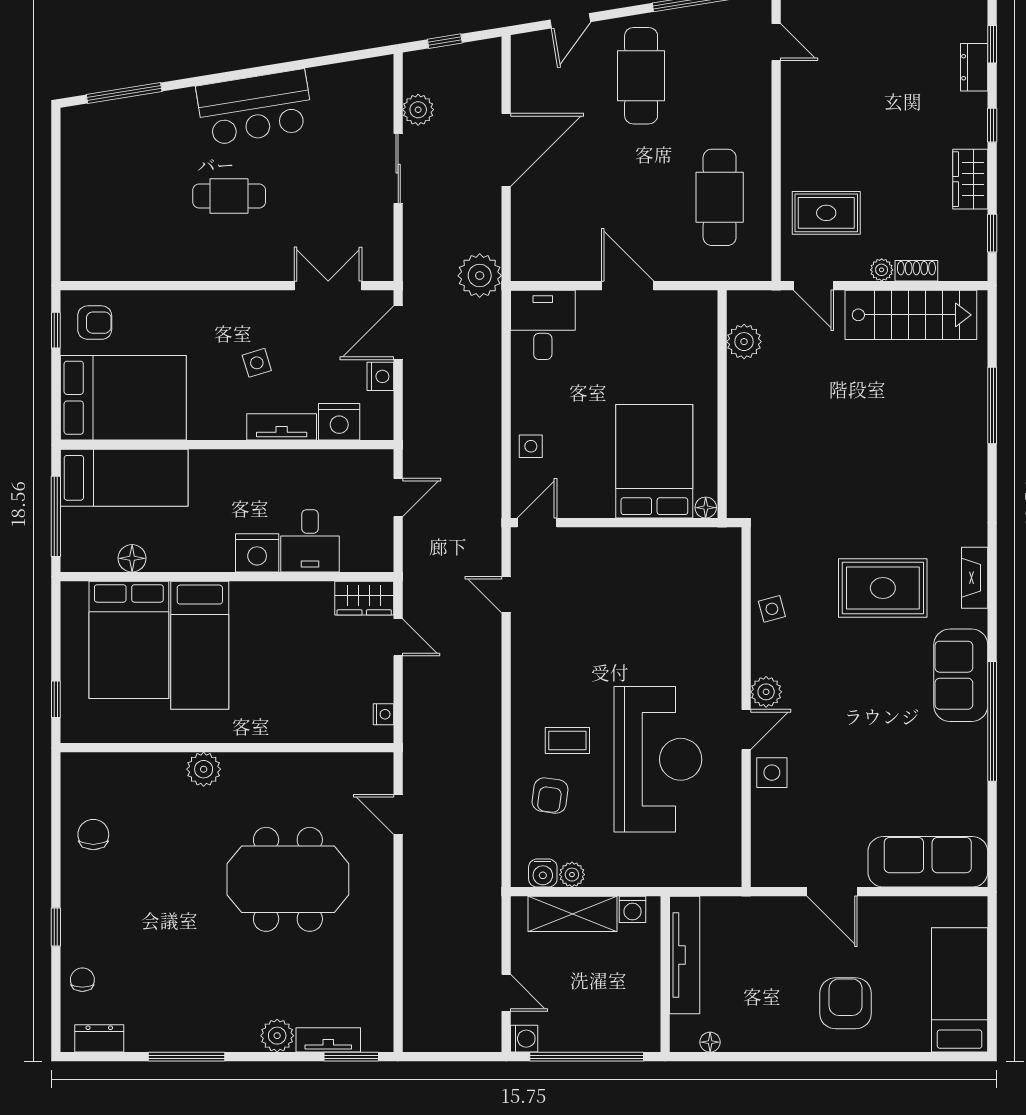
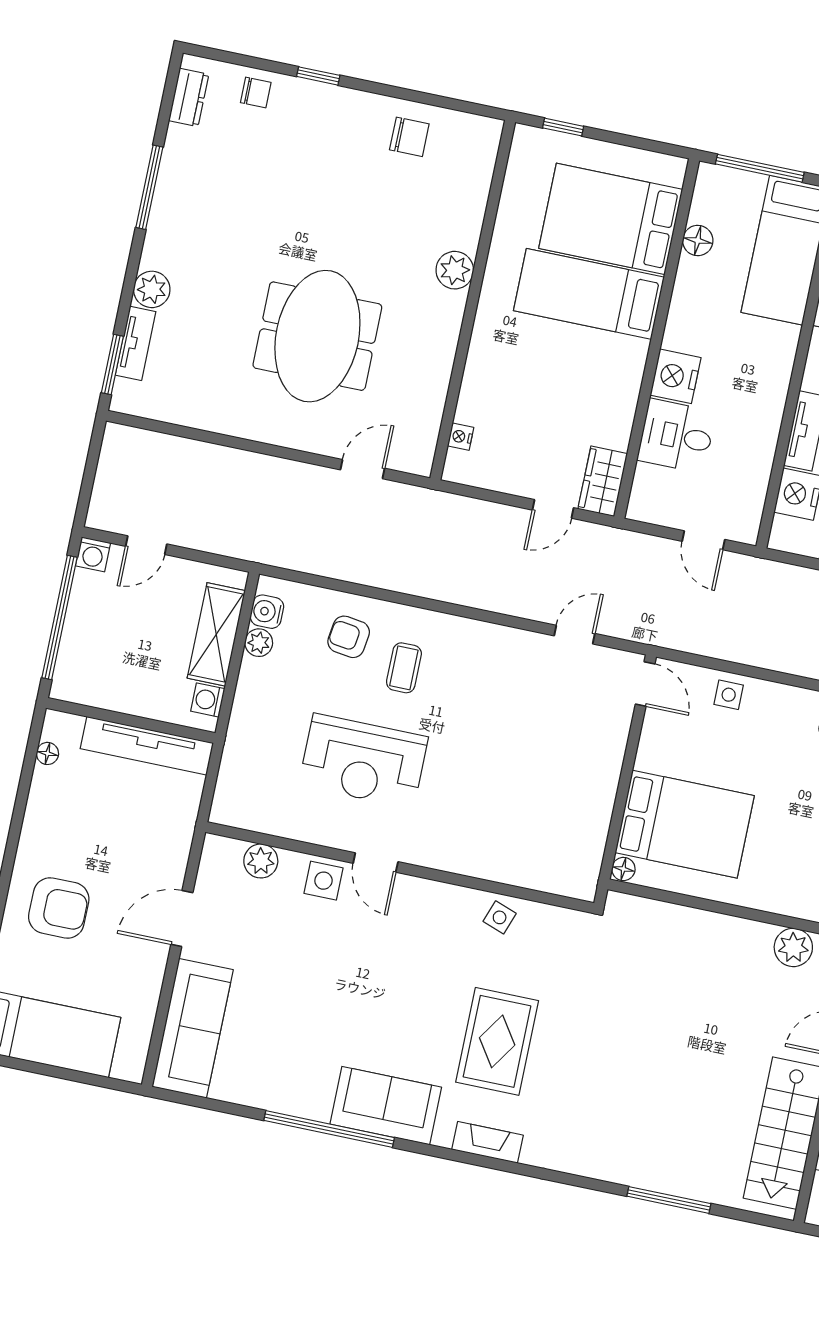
side table: (772, 609) -> (500, 917), turned 35
plant: (766, 692) -> (261, 861), moved
nightstand: (383, 714) -> (461, 437), moved, turned 90
reception desk: (658, 759) -> (363, 761), width x0.74, depth x0.77

